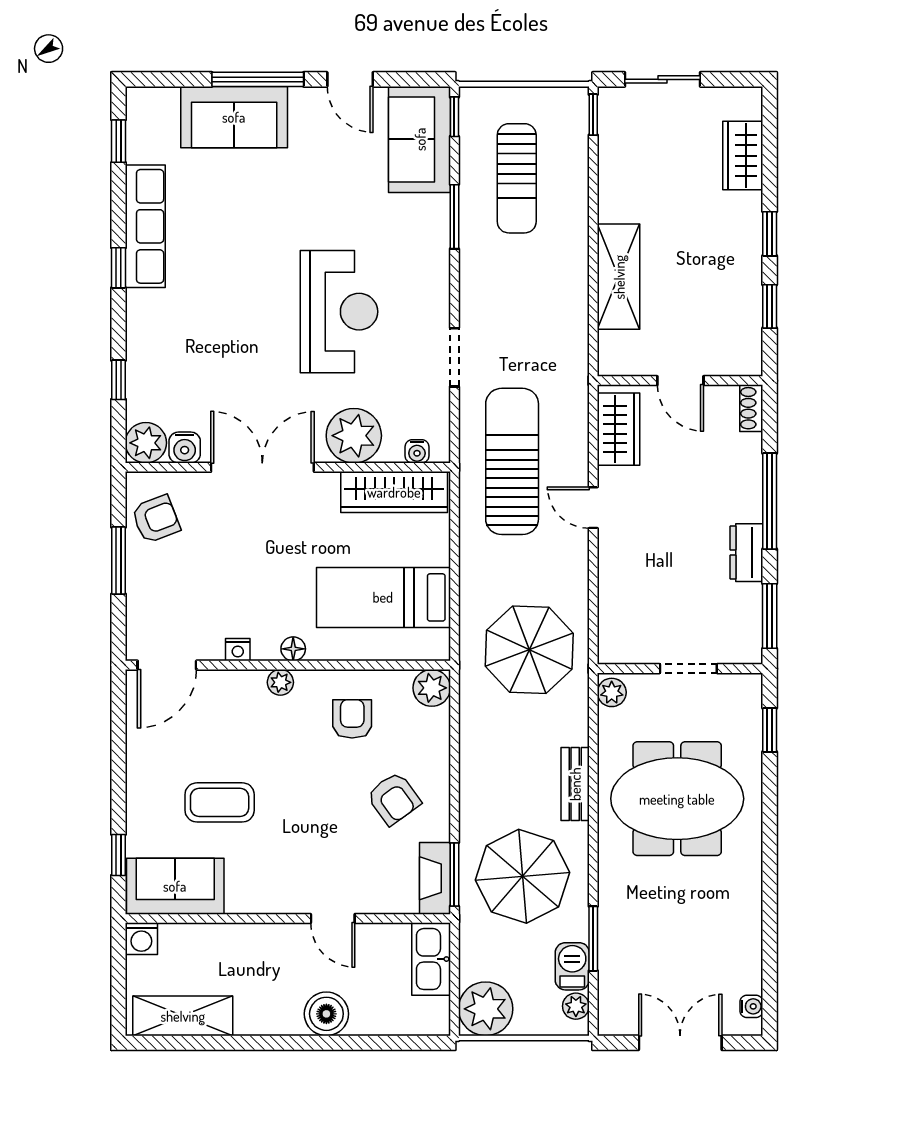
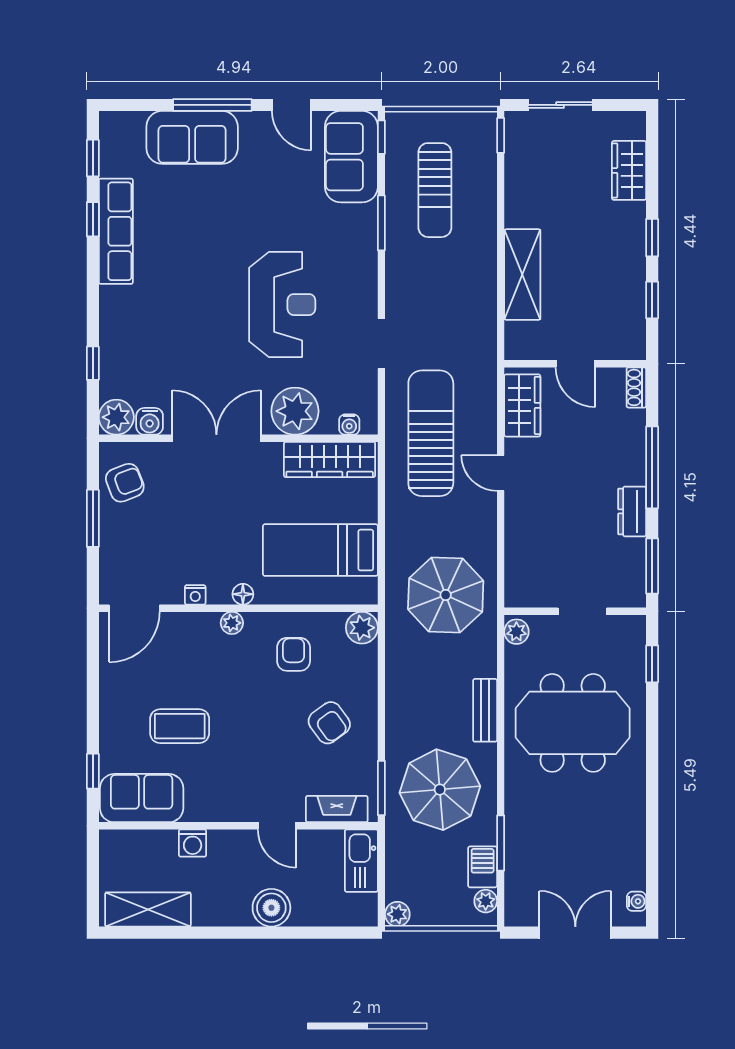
window: (118, 268) -> (93, 219), moved
fireplace: (435, 878) -> (337, 809), moved, turned 90
washing machine: (141, 939) -> (193, 843), moved
plant: (486, 1009) -> (397, 914), width x0.53, depth x0.53

